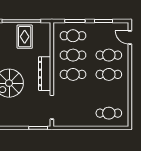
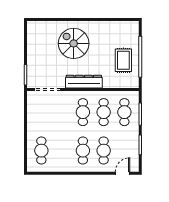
rug: (25, 37) -> (123, 60), turned 90

